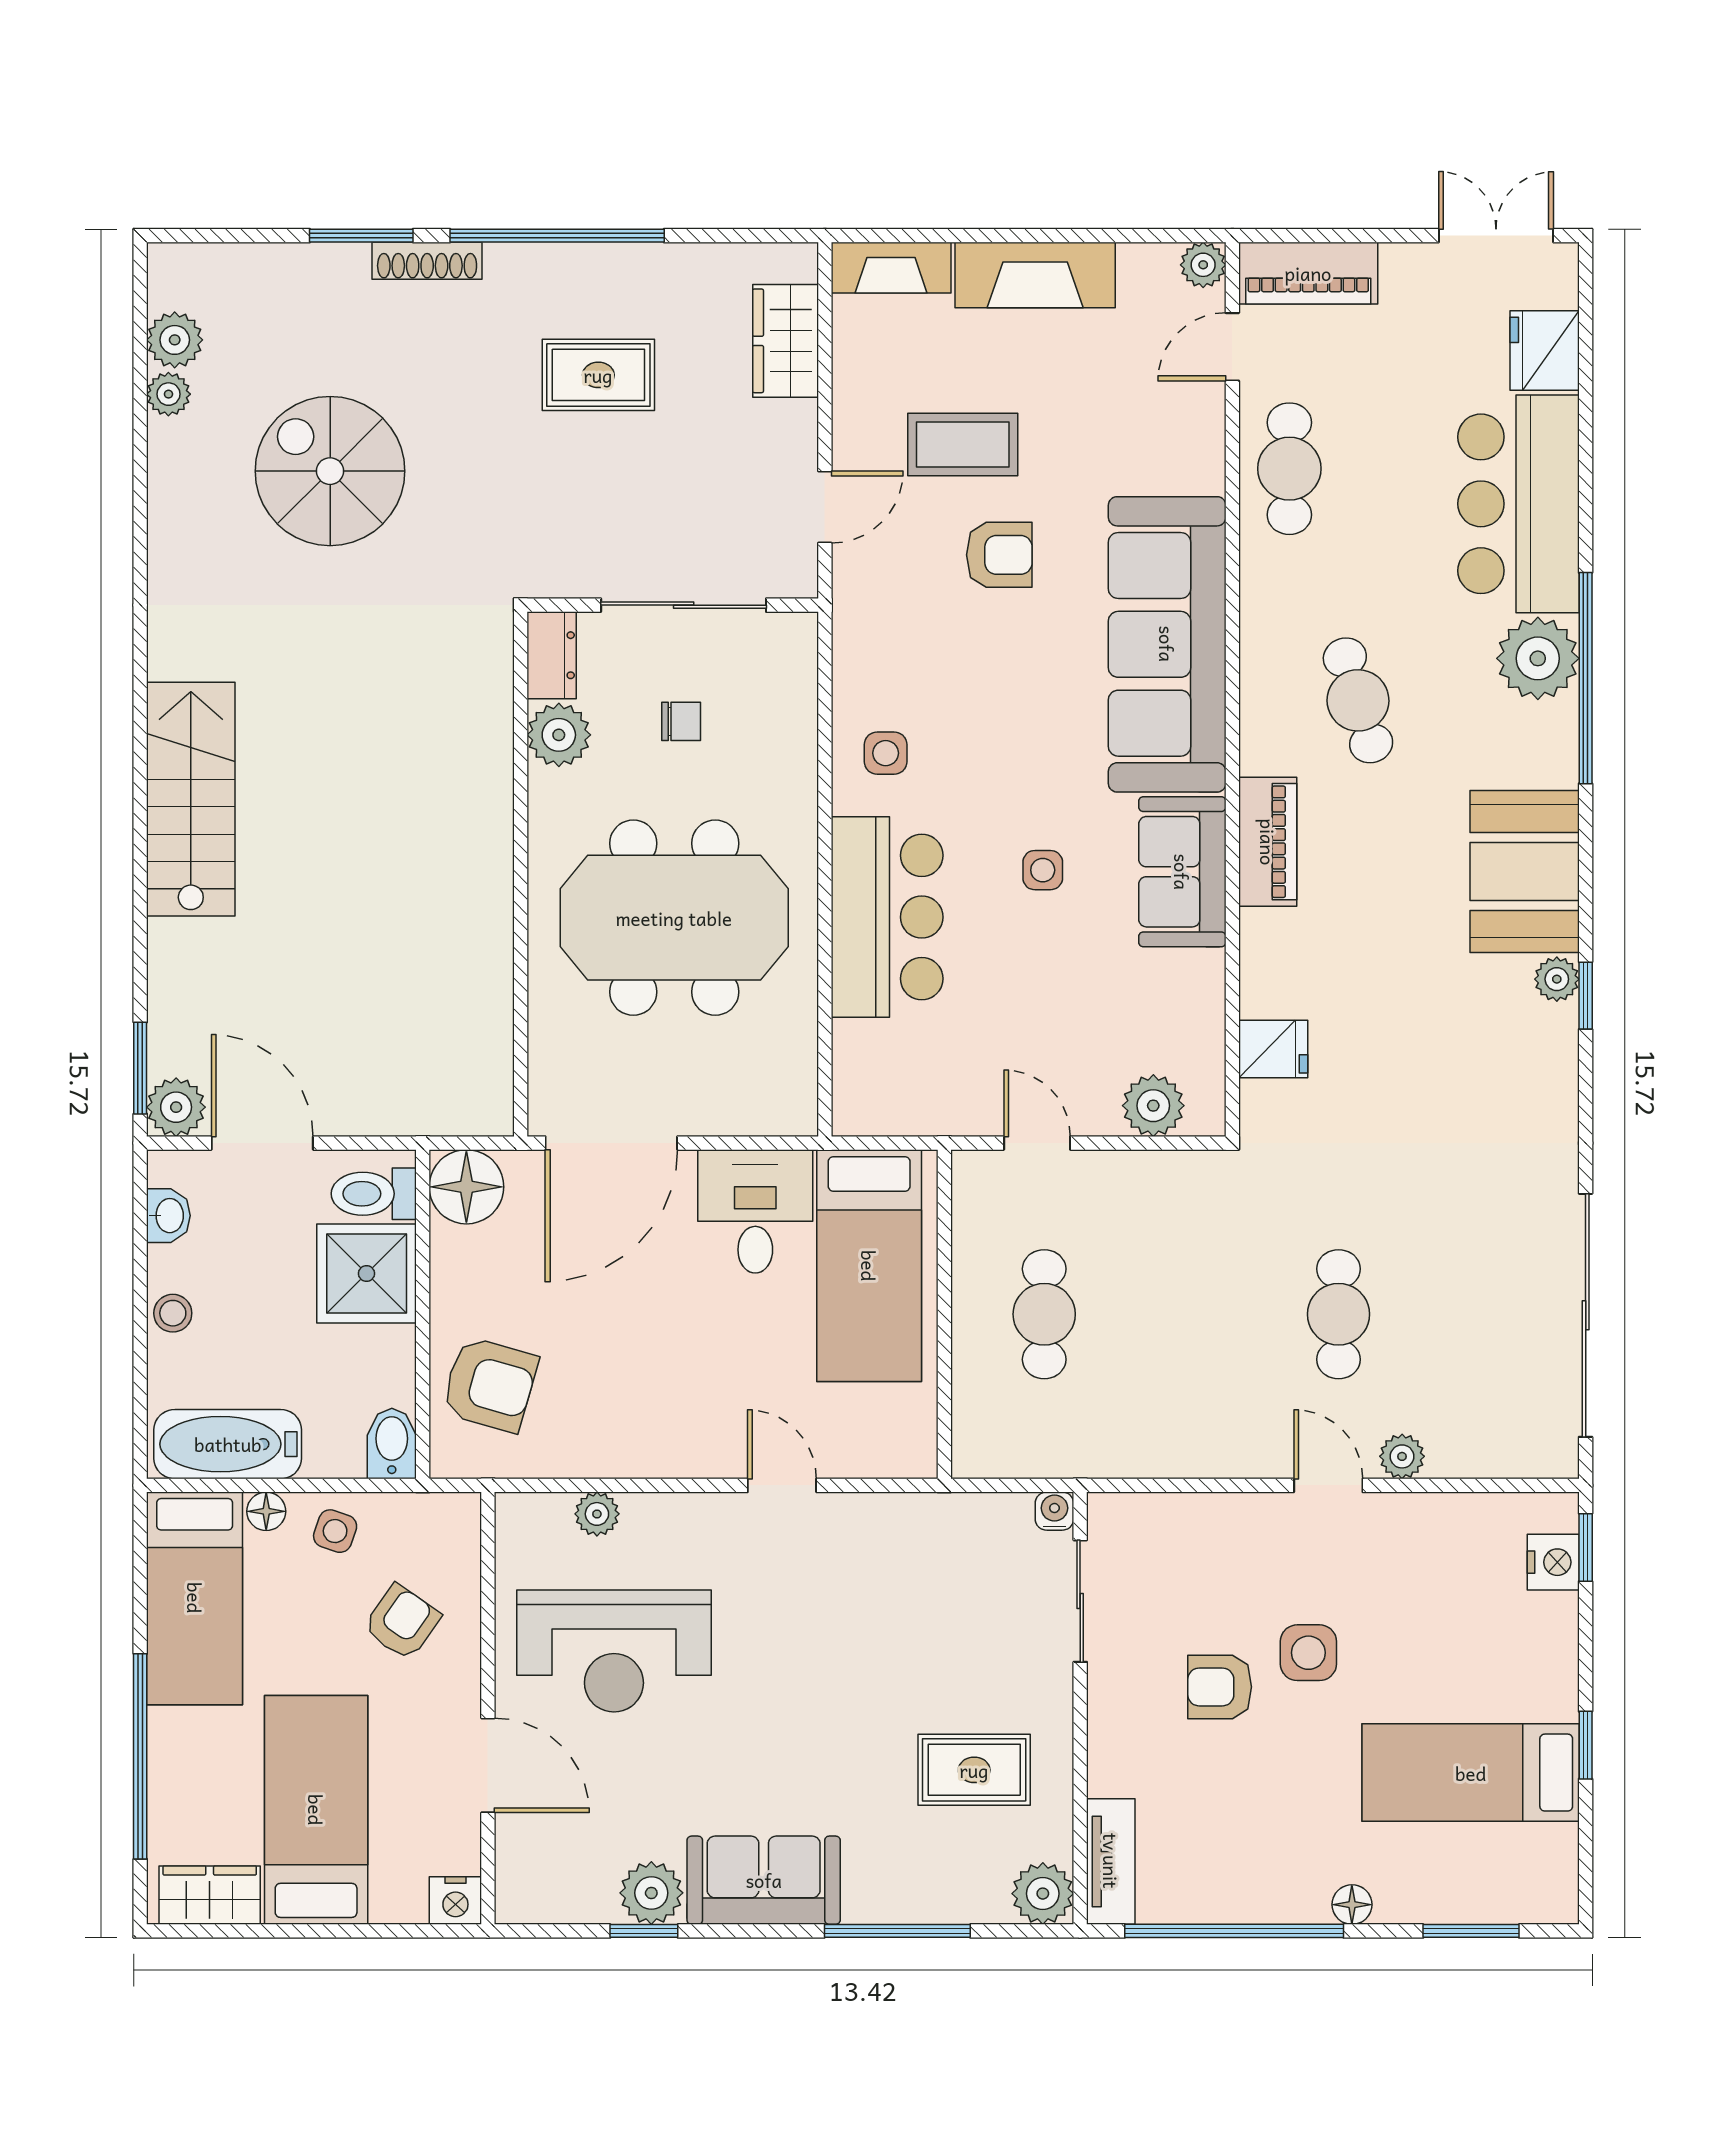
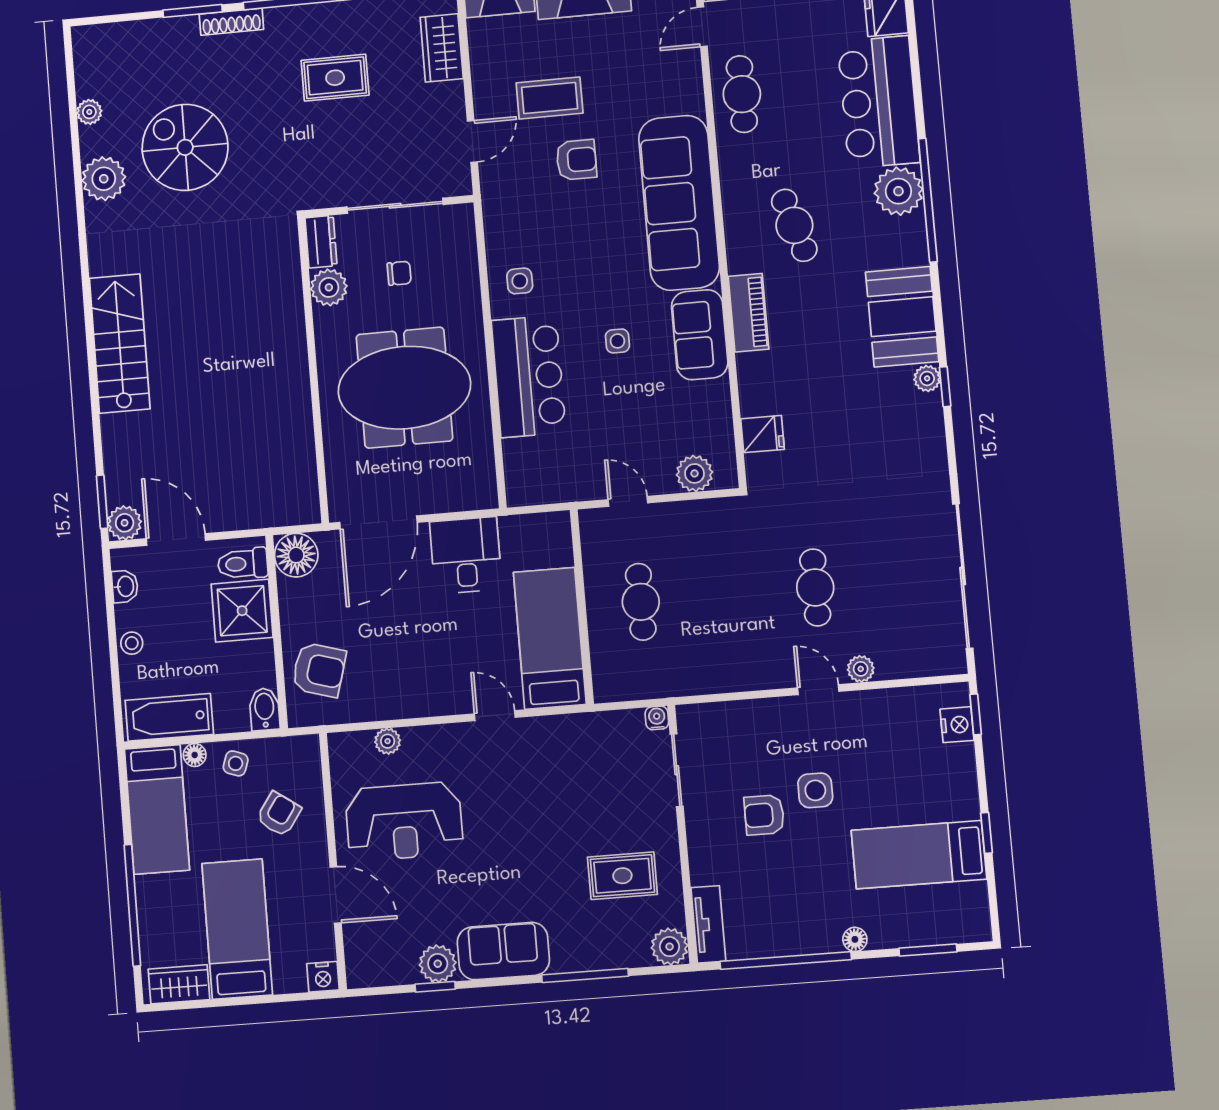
plant: (175, 340) -> (104, 179), moved, width x1.36, depth x1.36
bed: (869, 1266) -> (550, 638), moved, turned 180

